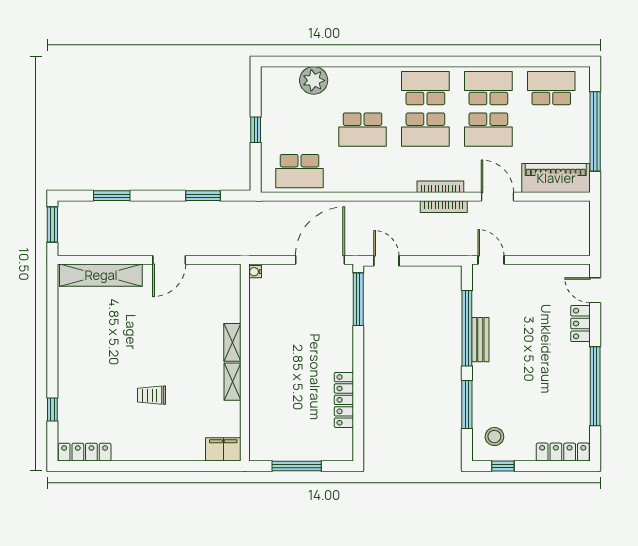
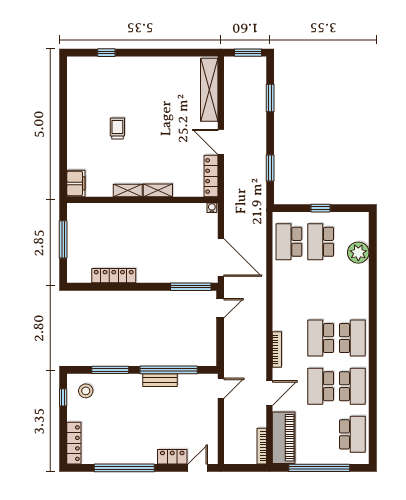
school desk: (362, 130) -> (321, 242), moved
bookcase: (444, 207) -> (262, 446), moved
locker: (85, 452) -> (211, 176), moved, turned 180

